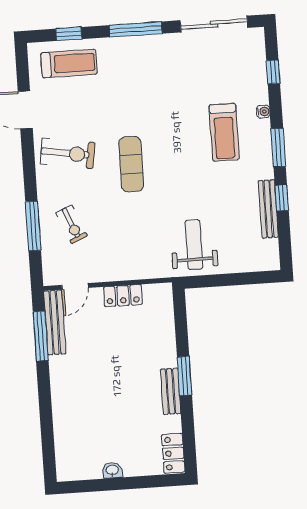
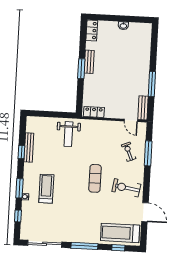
treadmill: (69, 63) -> (120, 233), width x1.37, depth x1.38
window: (278, 148) -> (19, 188), moved
door: (75, 286) -> (131, 120), swing flipped
locker: (123, 296) -> (94, 112), moved
bench: (55, 322) -> (143, 108), width x0.73
window: (41, 336) -> (152, 84), moved

